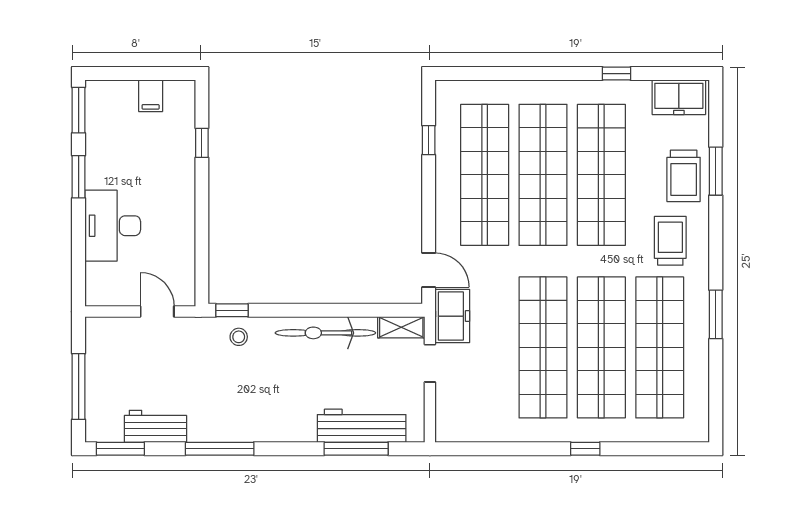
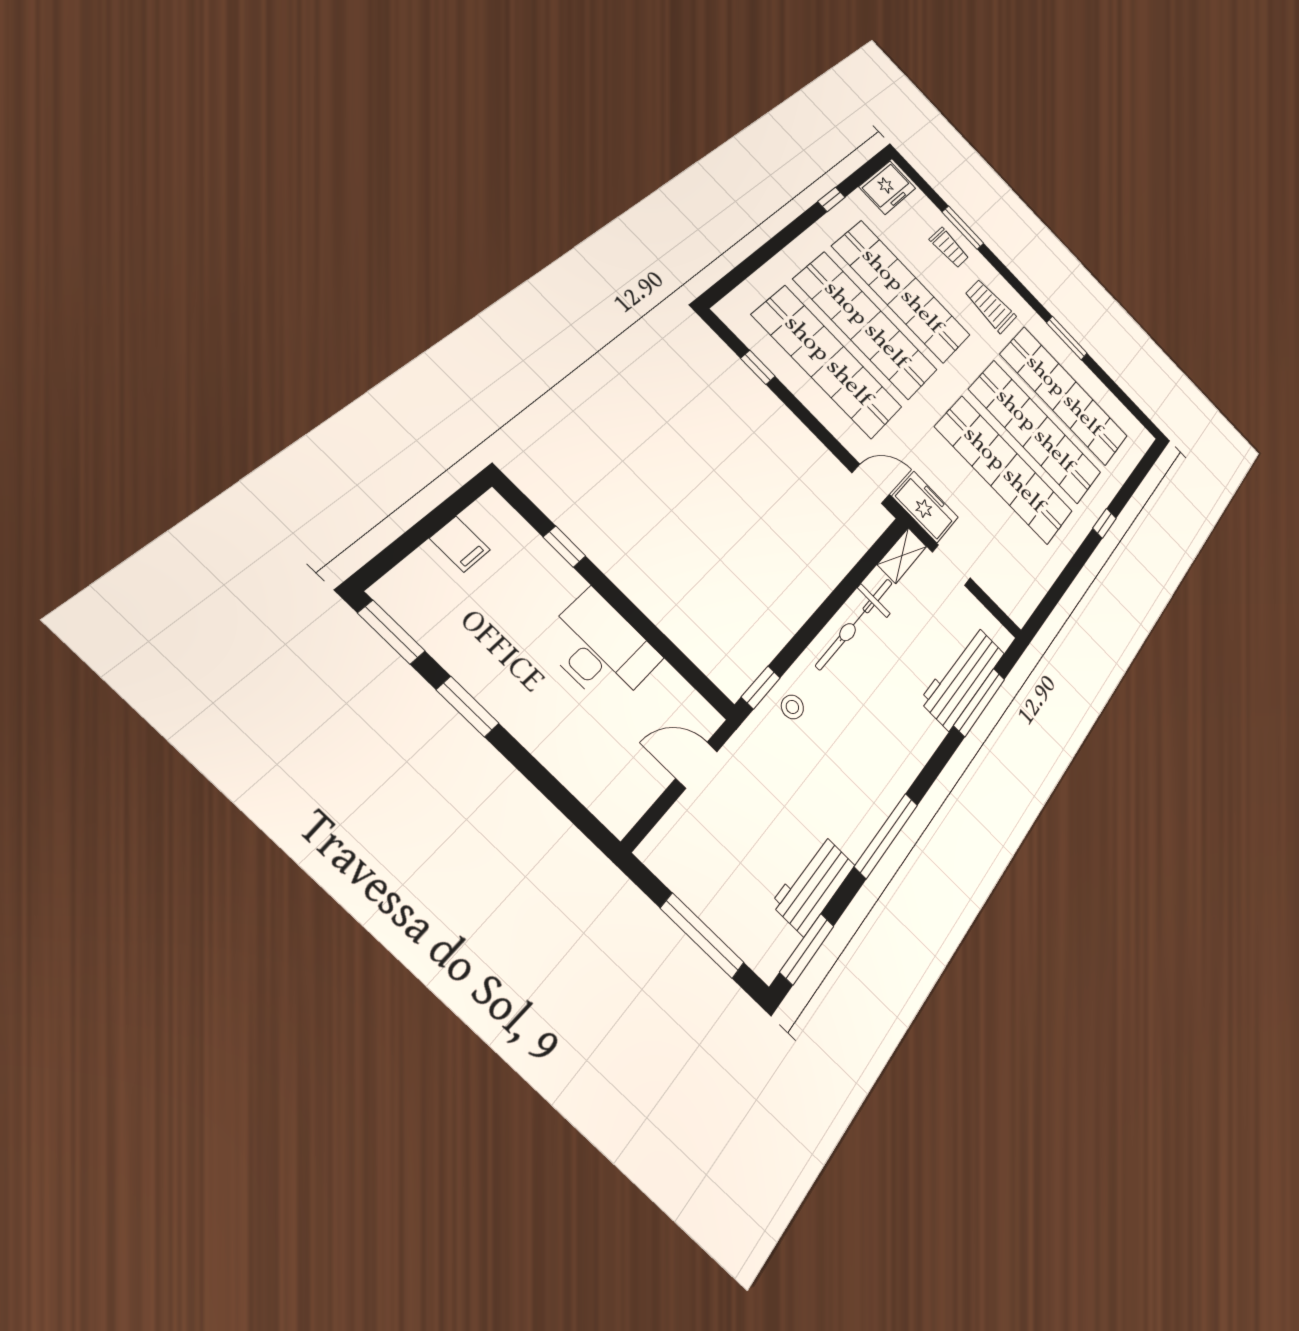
trolley: (684, 176) -> (949, 248), width x0.73, depth x0.72
desk: (113, 226) -> (601, 649), moved, turned 180

